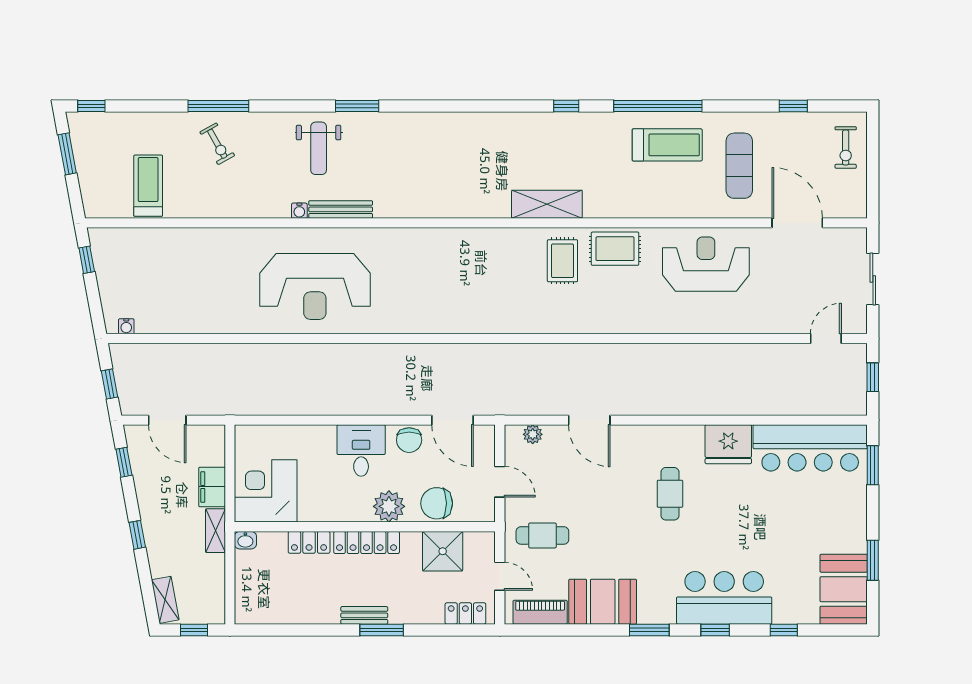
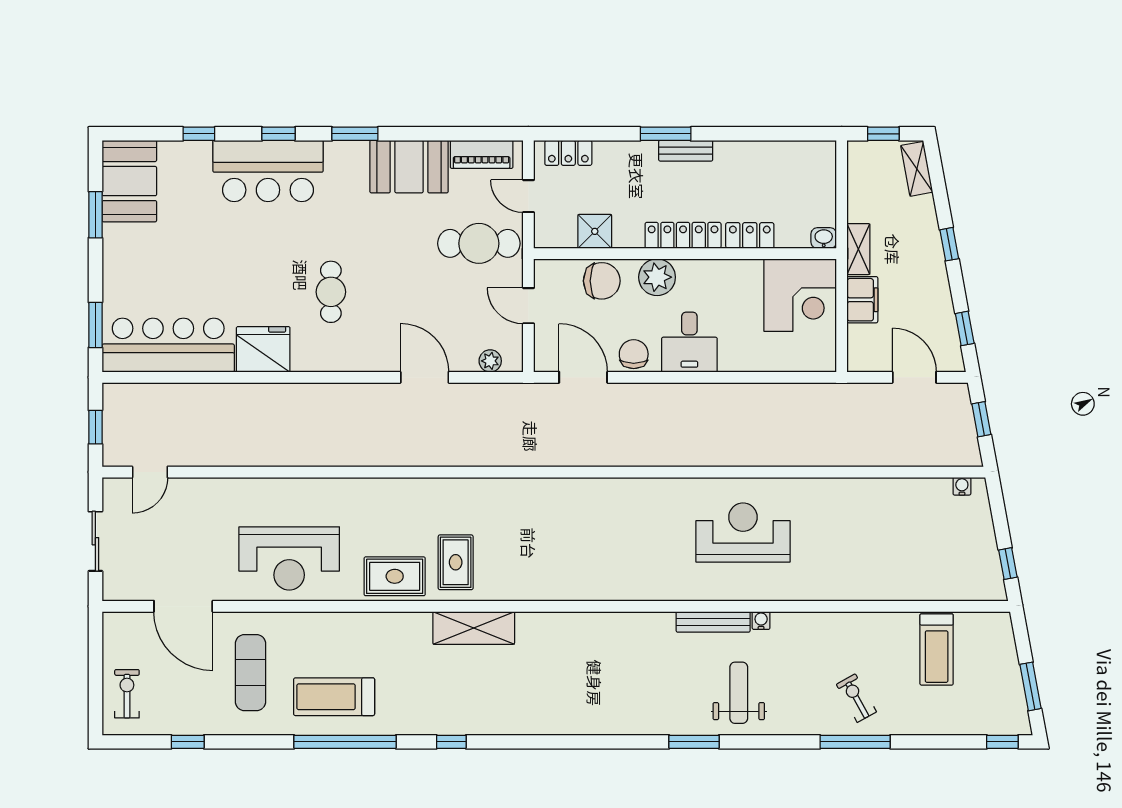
reception desk: (315, 286) -> (743, 533), width x0.74, depth x0.77
cafe table: (542, 535) -> (479, 243), width x1.37, depth x1.35
shower: (443, 551) -> (595, 231), width x0.73, depth x0.73

